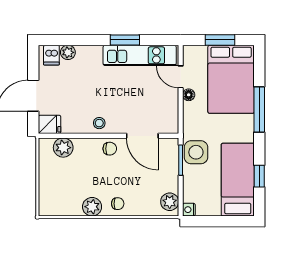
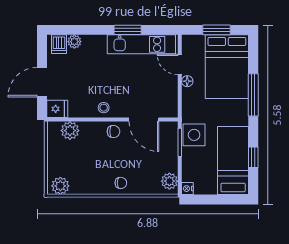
plant: (92, 207) -> (60, 186), moved

